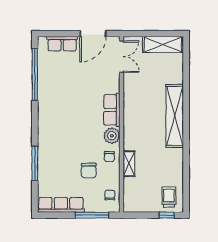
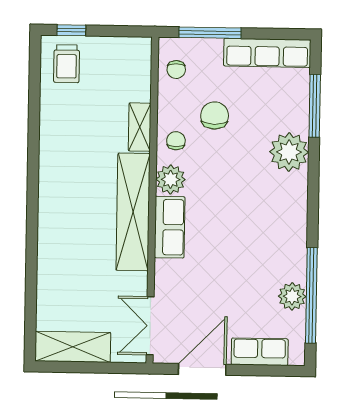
plant: (45, 74) -> (292, 296), added
shelving: (175, 116) -> (133, 212), moved
plant: (48, 152) -> (289, 152), added
window: (35, 163) -> (315, 106), moved

